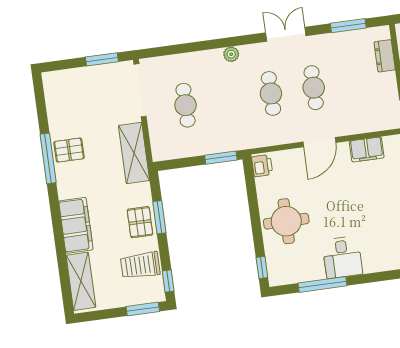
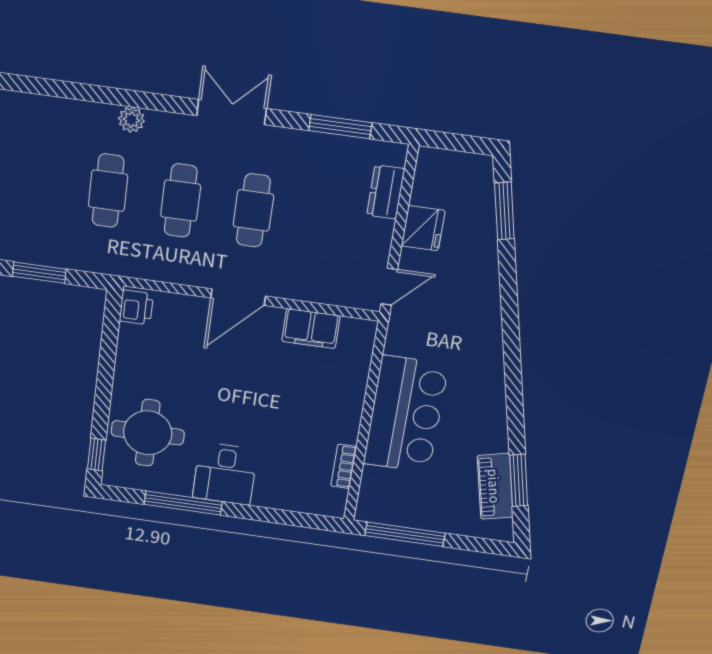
cafe table: (186, 105) -> (108, 191), moved
window: (221, 158) -> (39, 273), moved
round table: (286, 221) -> (148, 433), moved

